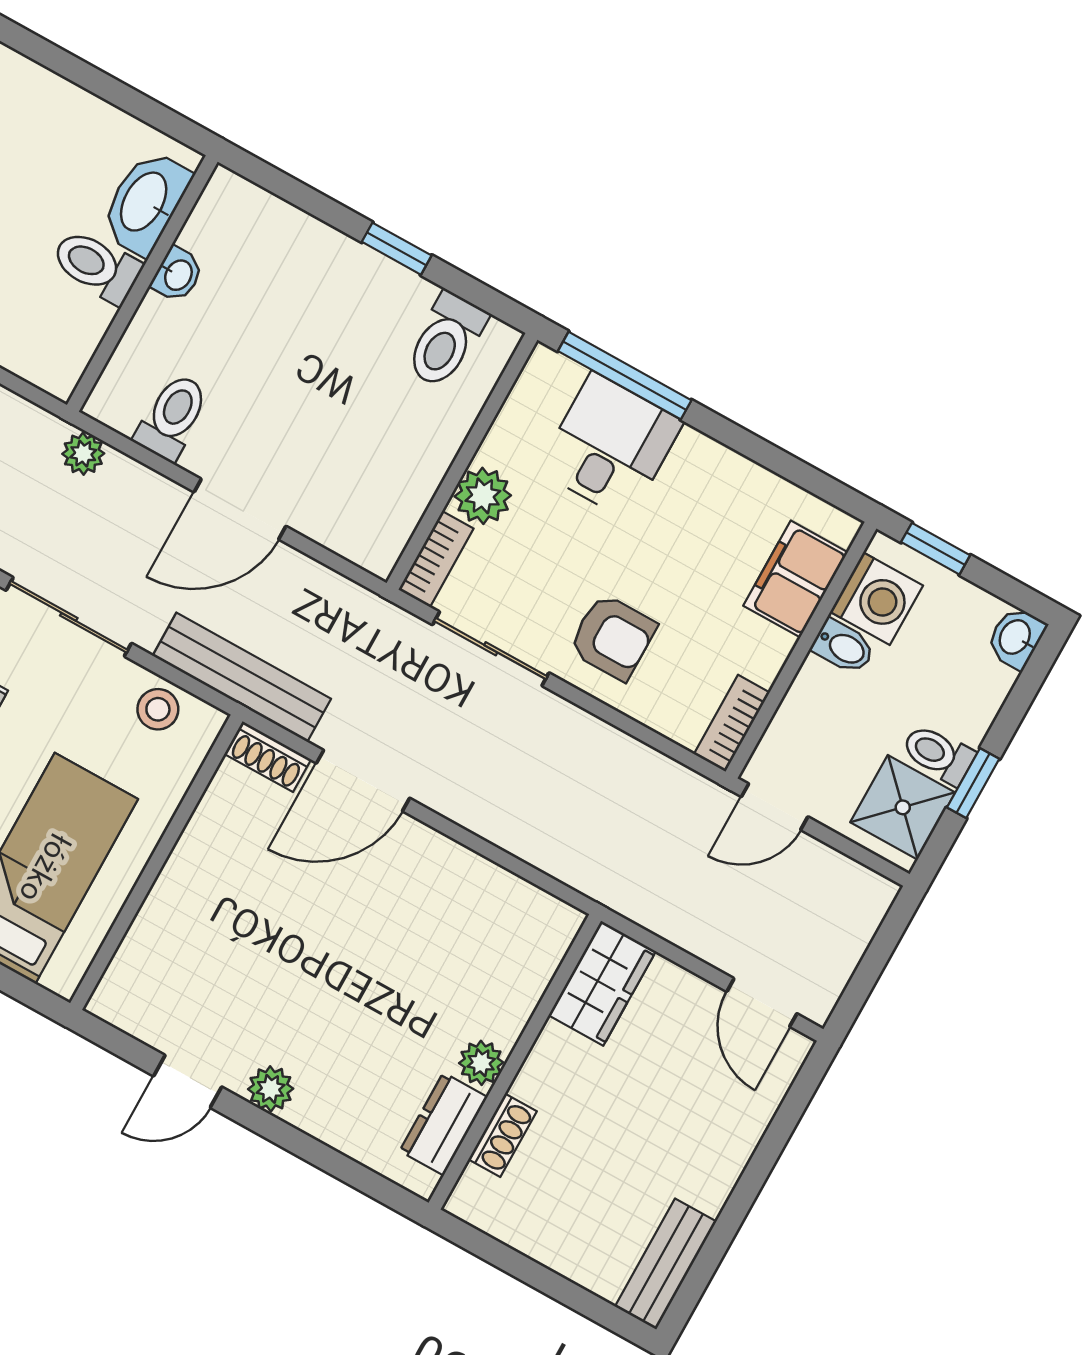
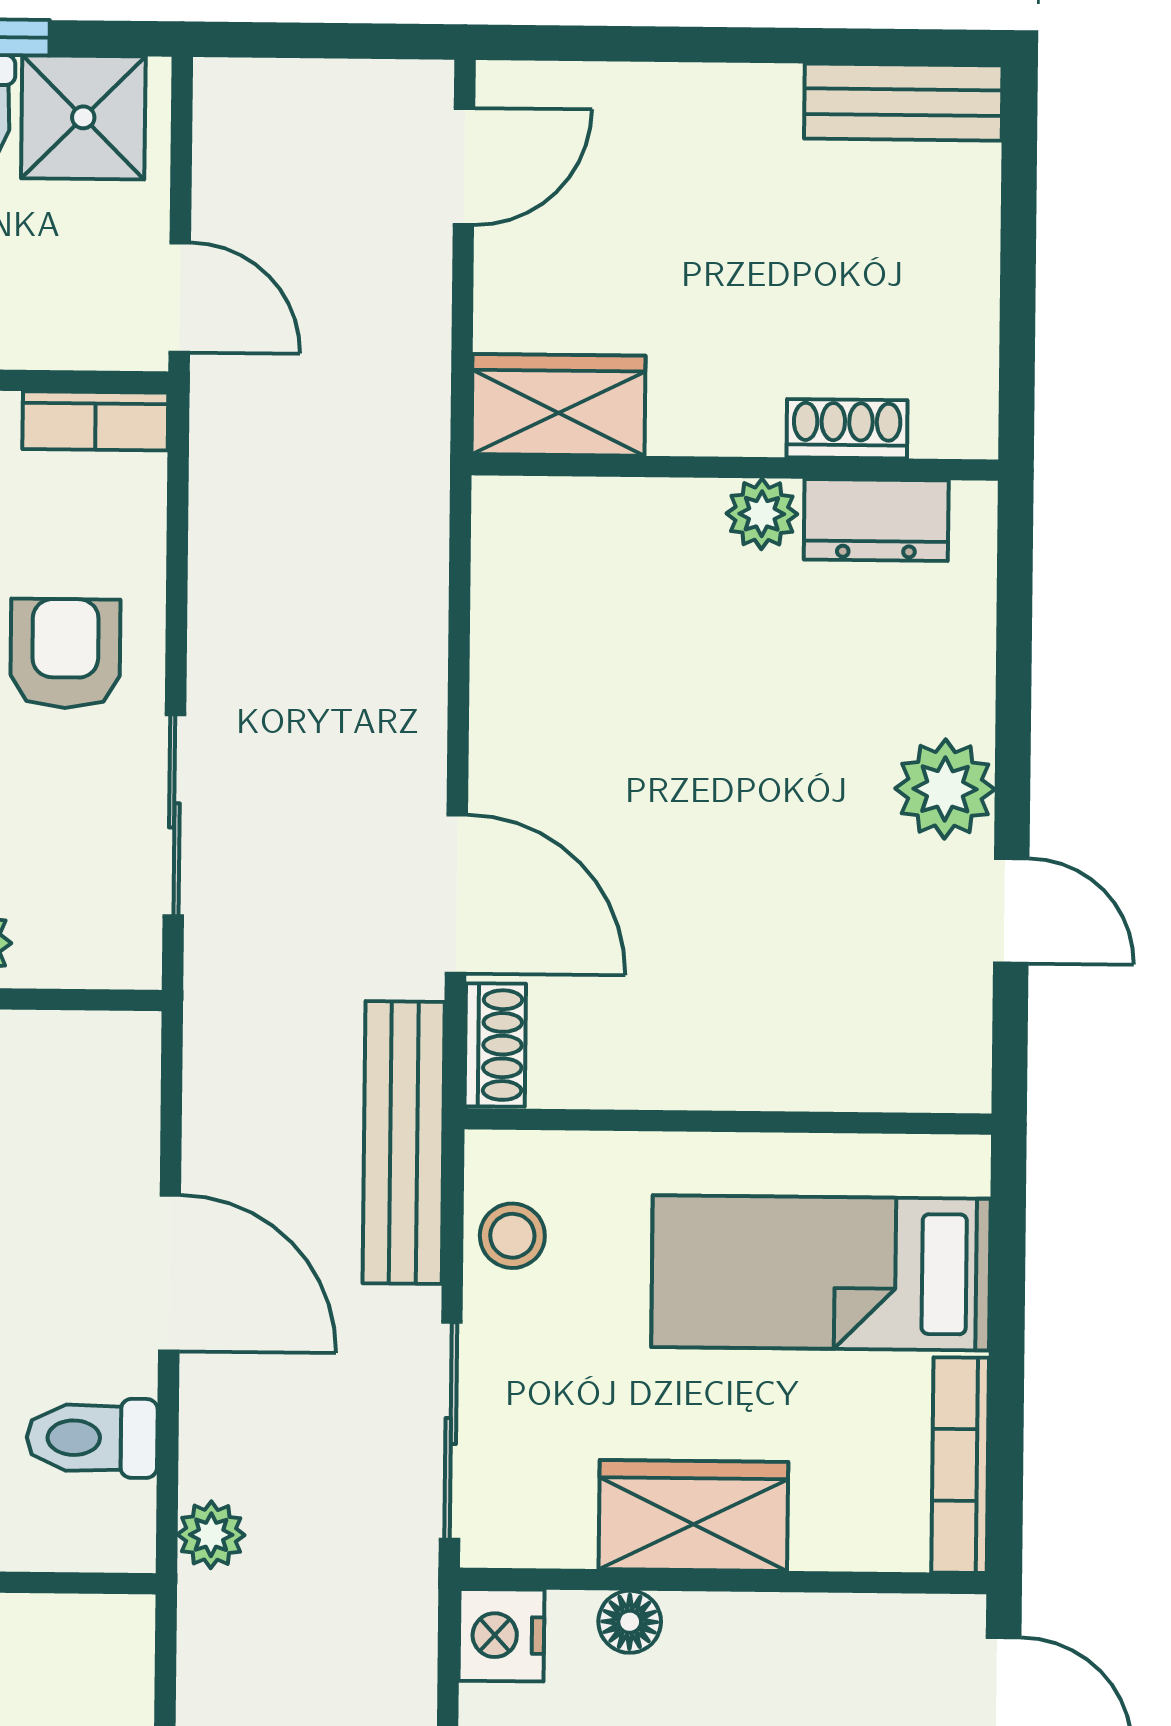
bookcase: (436, 559) -> (90, 960), removed
plant: (271, 1089) -> (945, 789), width x1.38, depth x1.38

